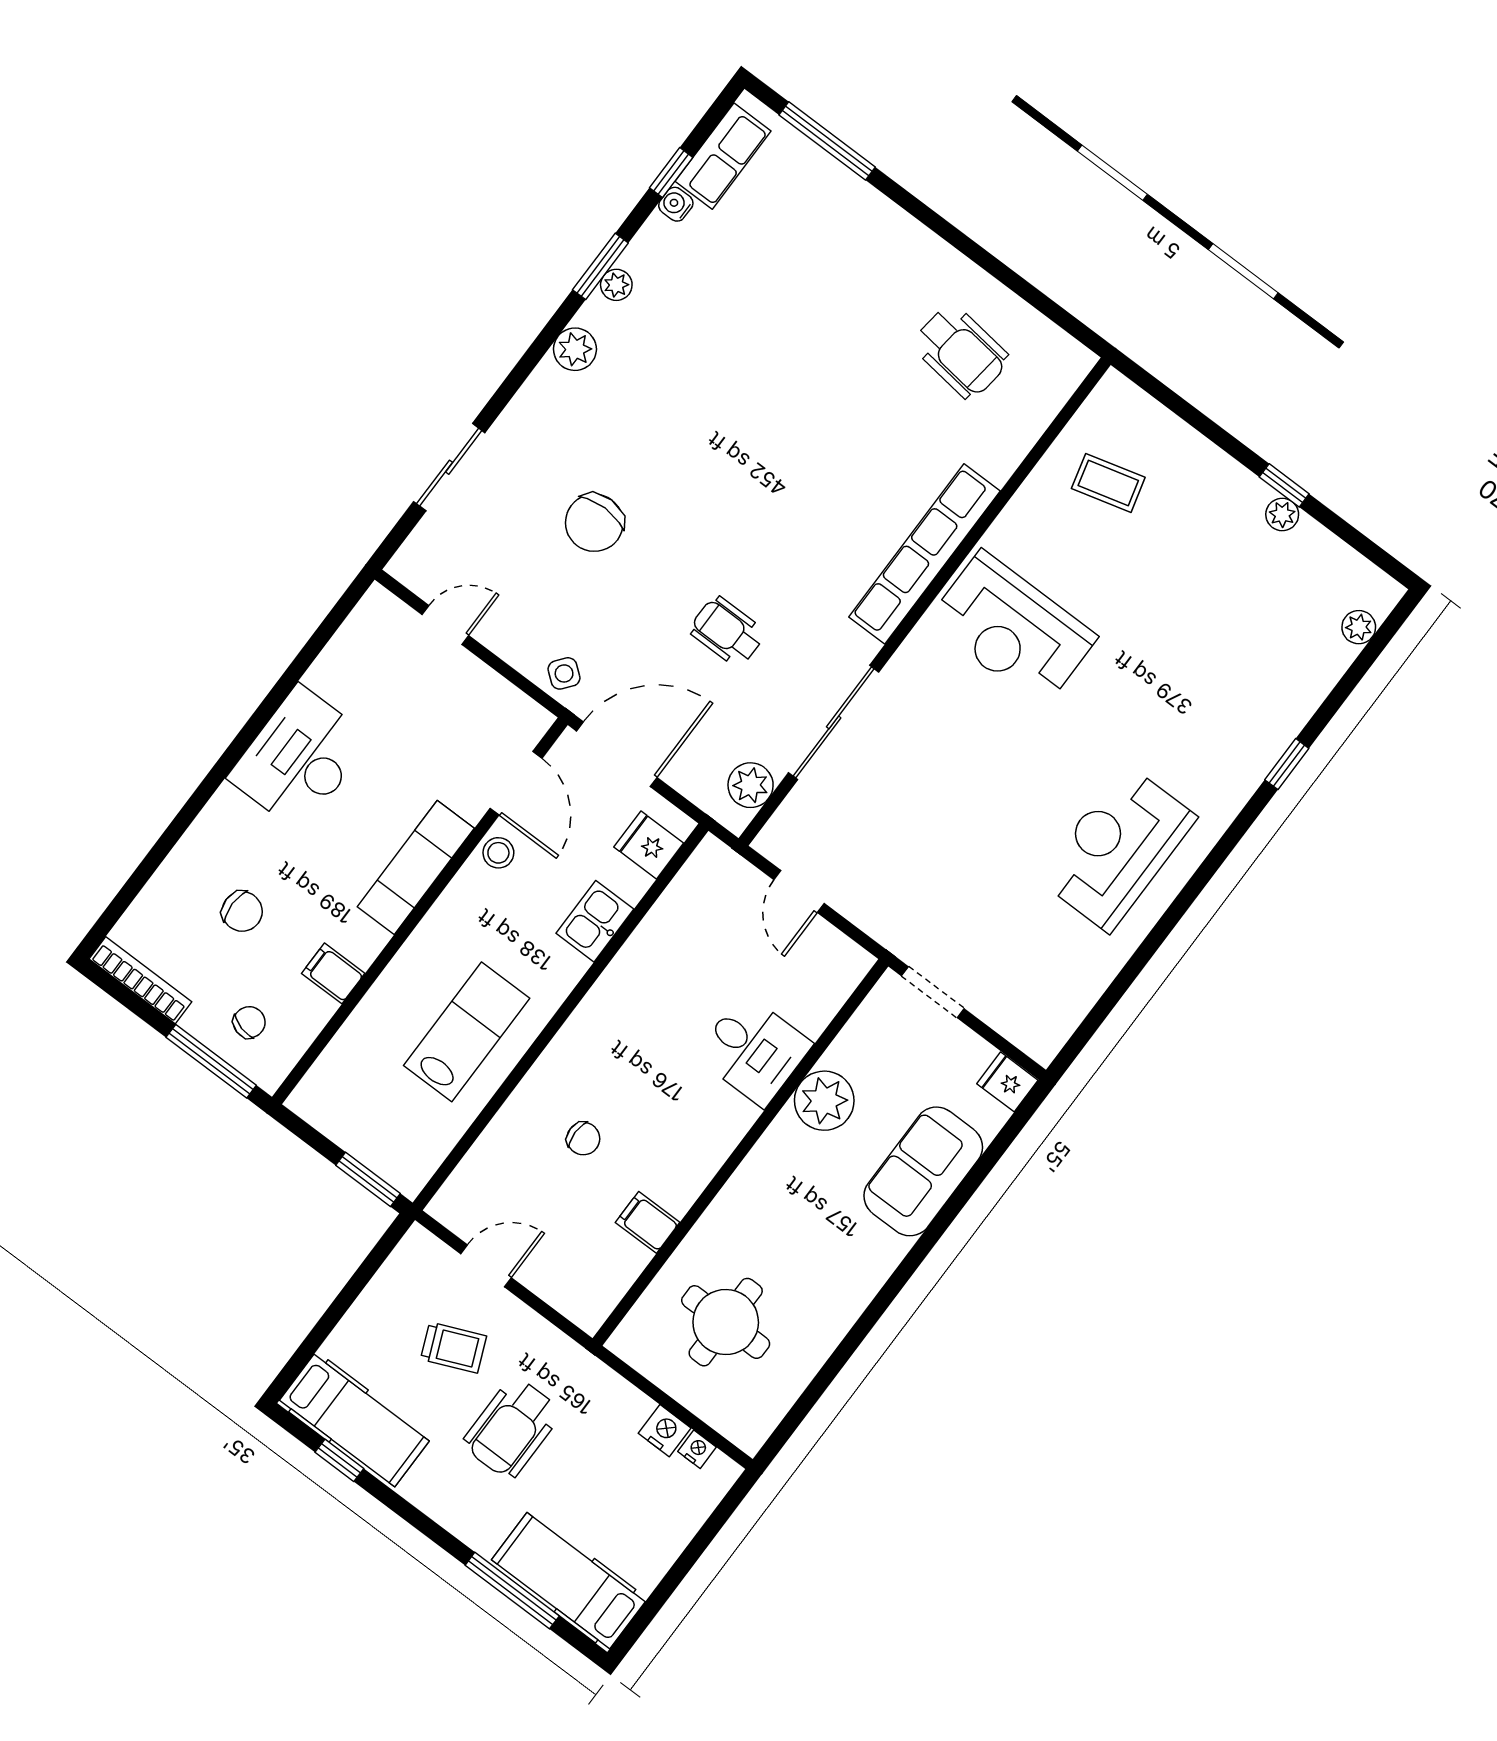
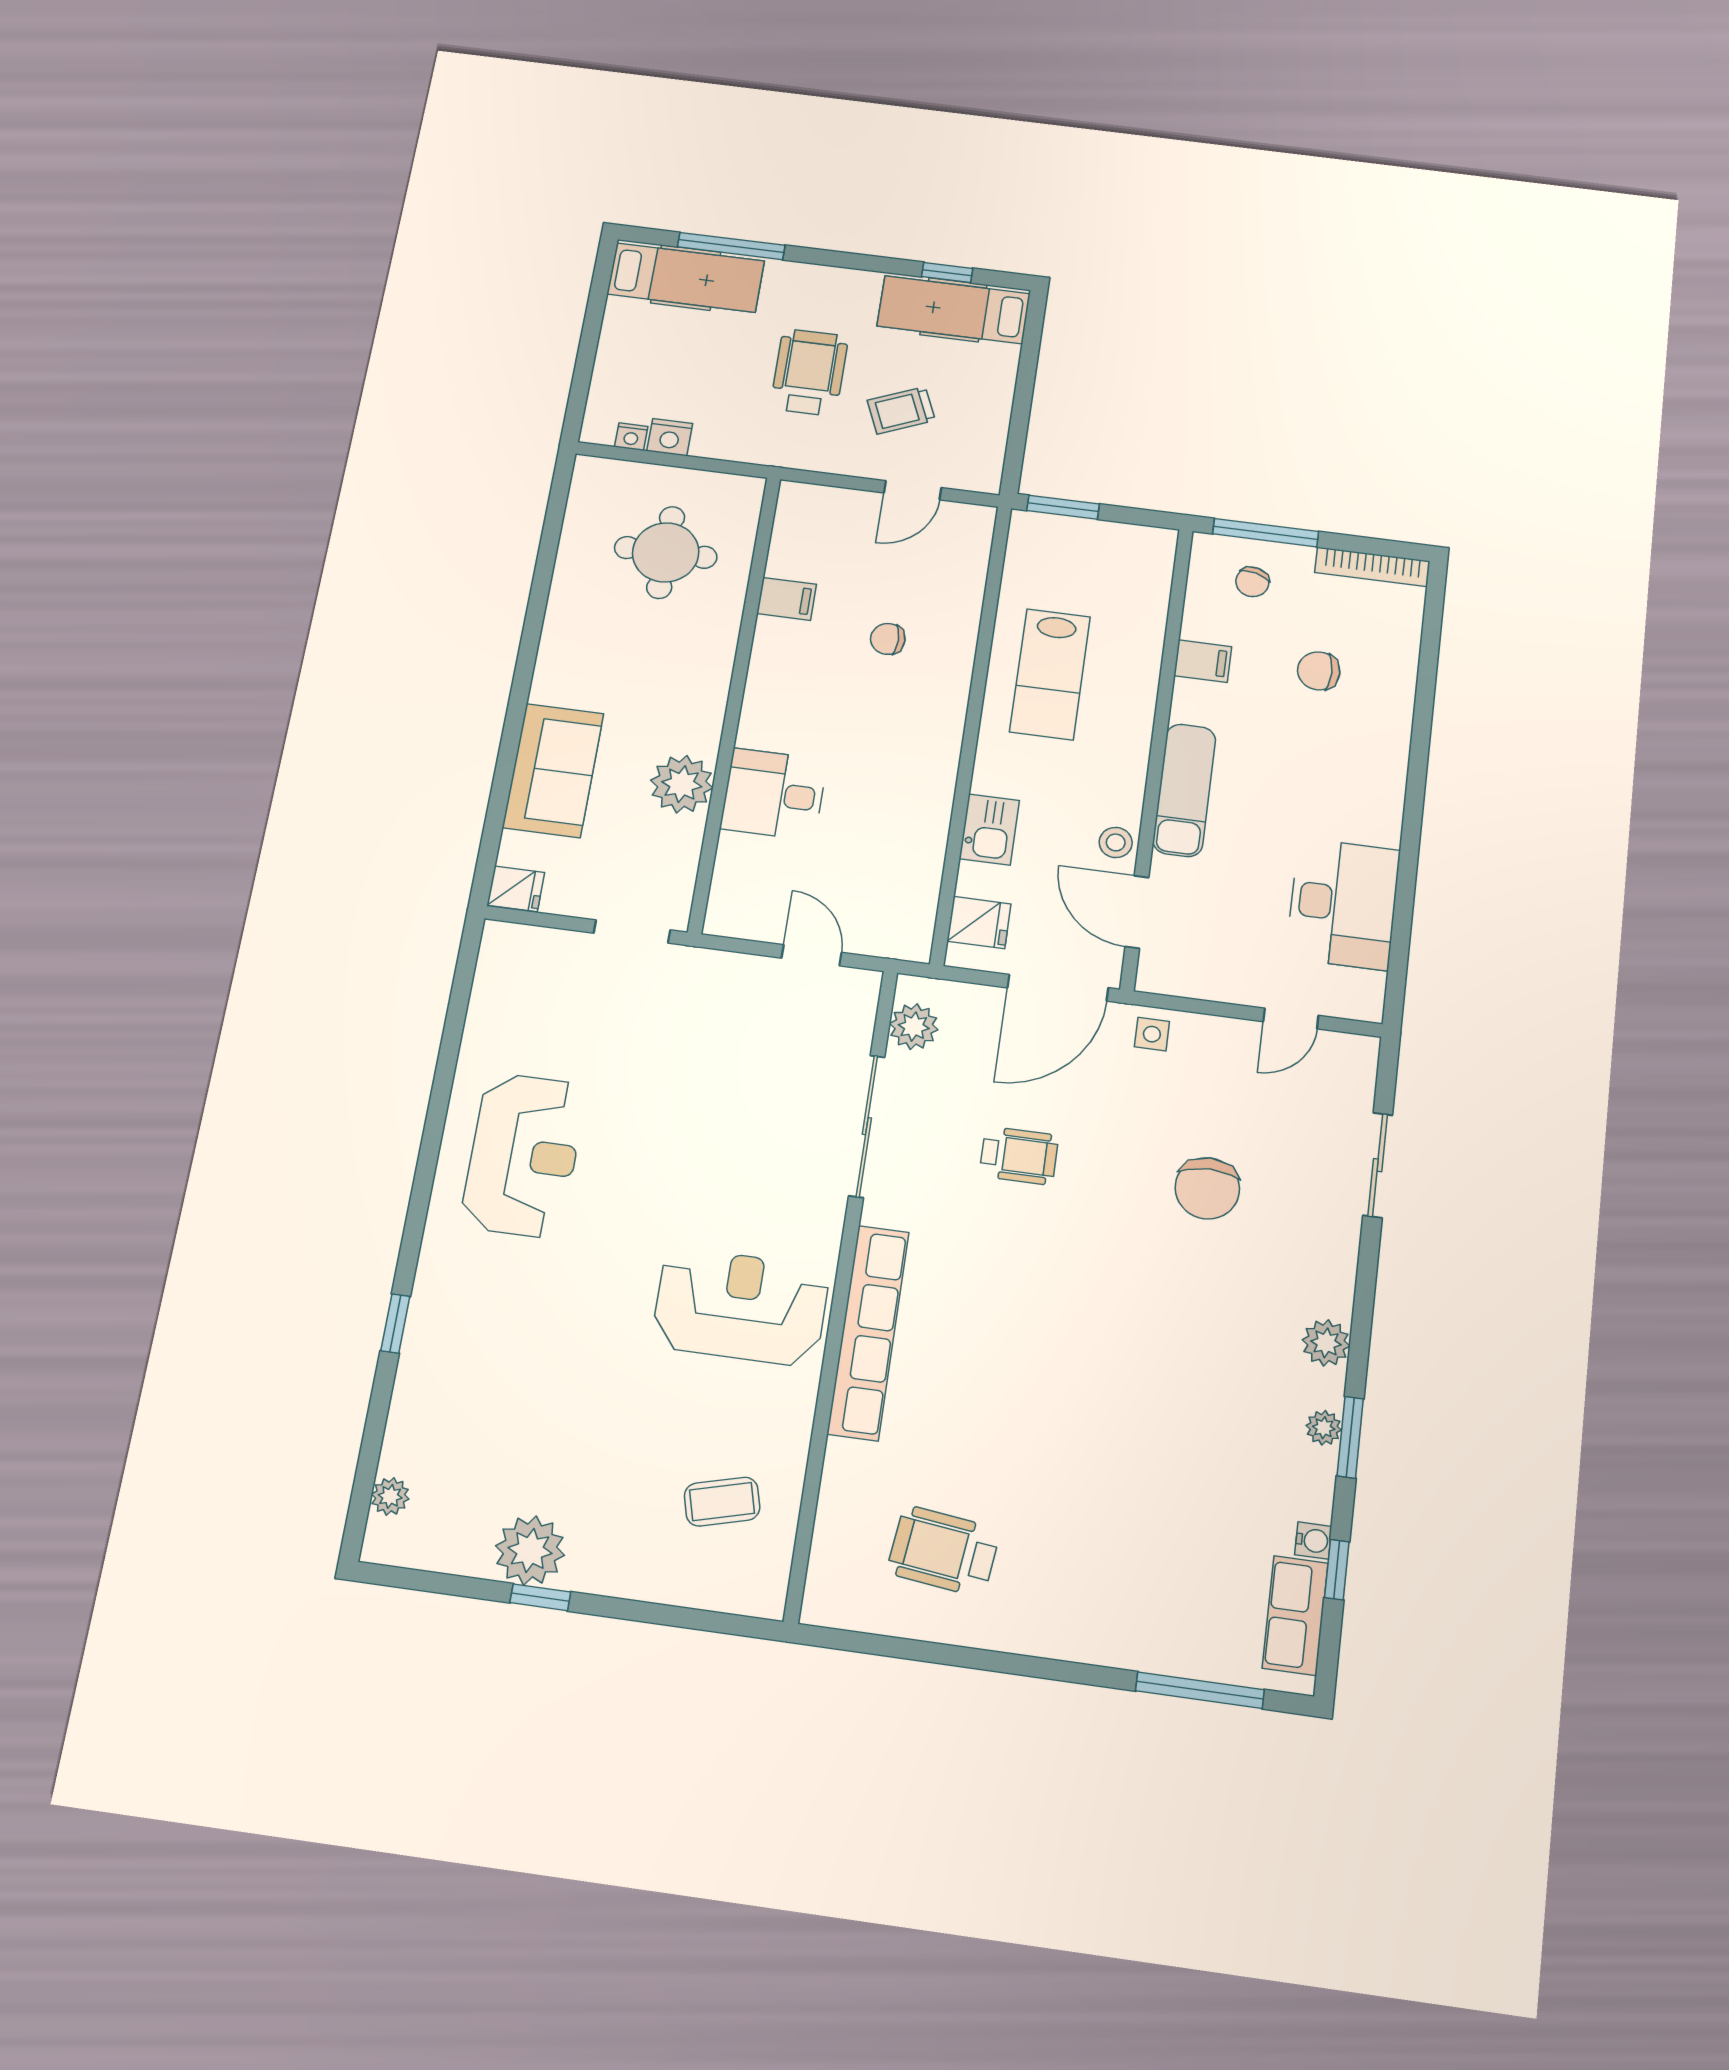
plant: (1282, 515) -> (530, 1550), width x1.88, depth x1.88
chair: (594, 523) -> (1207, 1188), turned 180
side table: (564, 673) -> (1152, 1034), turned -38
desk: (300, 758) -> (1343, 904), moved

